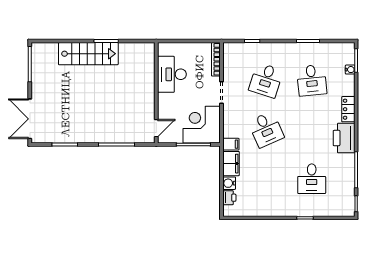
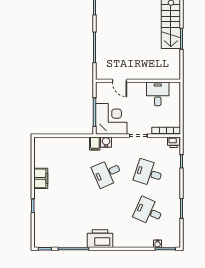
desk: (172, 74) -> (158, 94), width x0.73
desk: (312, 80) -> (149, 211), turned 30
locker: (348, 109) -> (124, 242), removed
door: (156, 128) -> (119, 81), moved
filing cabinet: (231, 164) -> (41, 178), moved, turned -90
desk: (312, 179) -> (66, 211), removed
water cooler: (229, 183) -> (106, 142), moved
printer: (229, 198) -> (174, 142), moved

